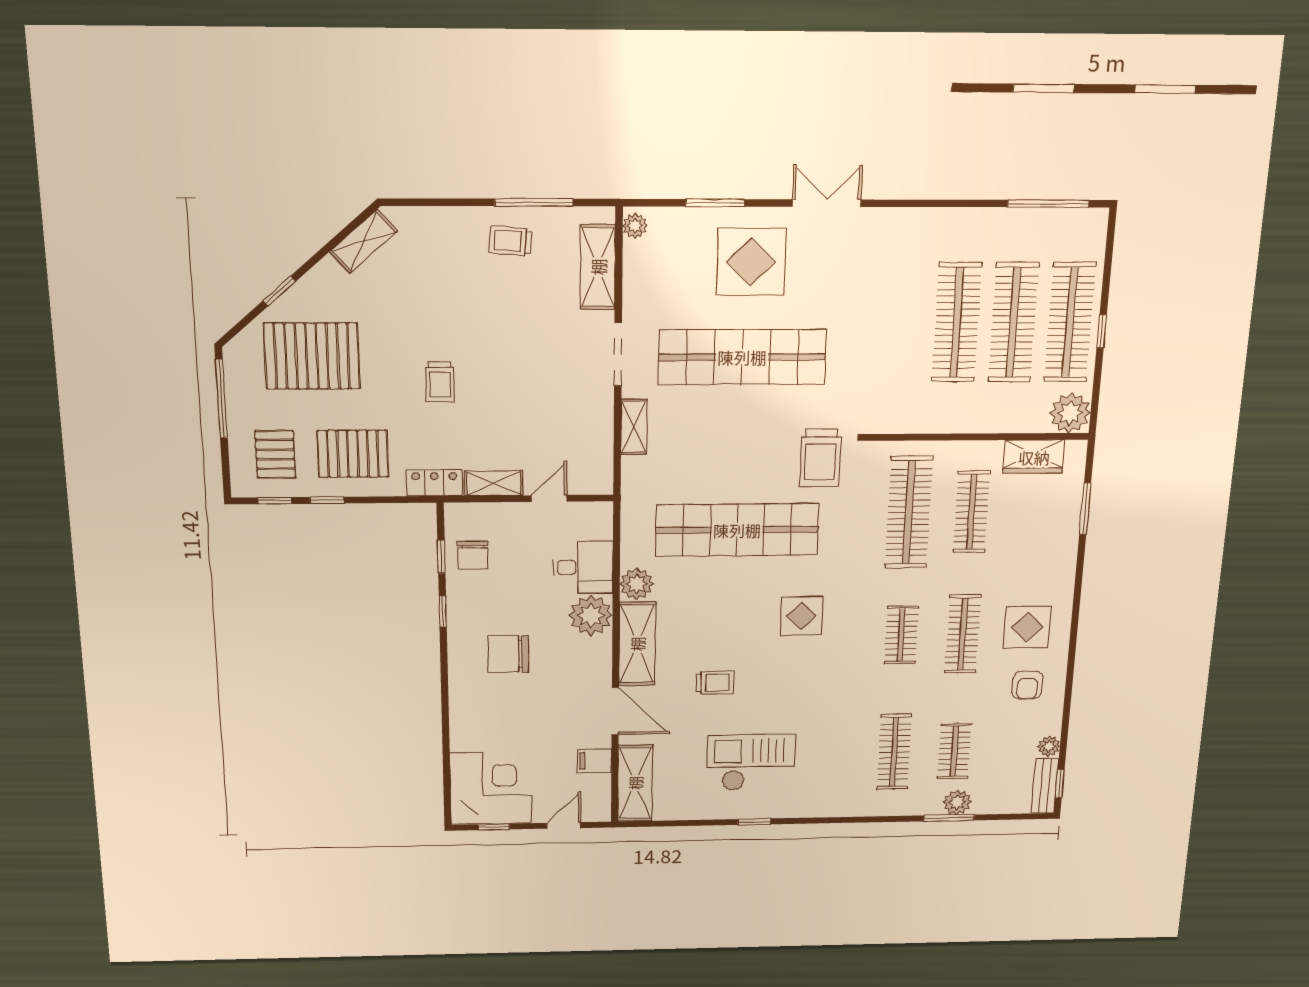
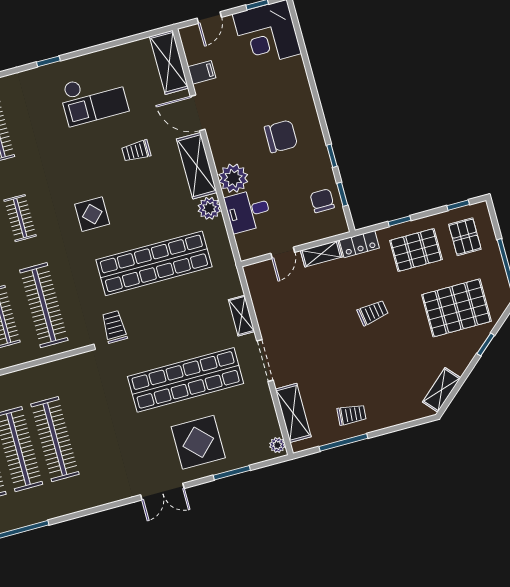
trolley: (440, 382) -> (373, 313), turned 81
trolley: (820, 458) -> (114, 327), width x0.73, depth x0.72
window: (327, 500) -> (399, 221), moved
window: (754, 822) -> (48, 61), moved

